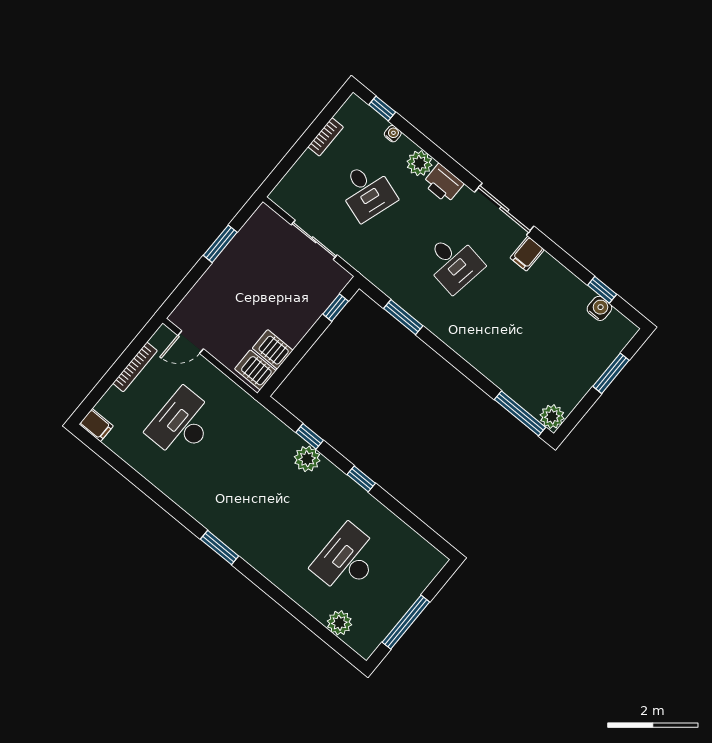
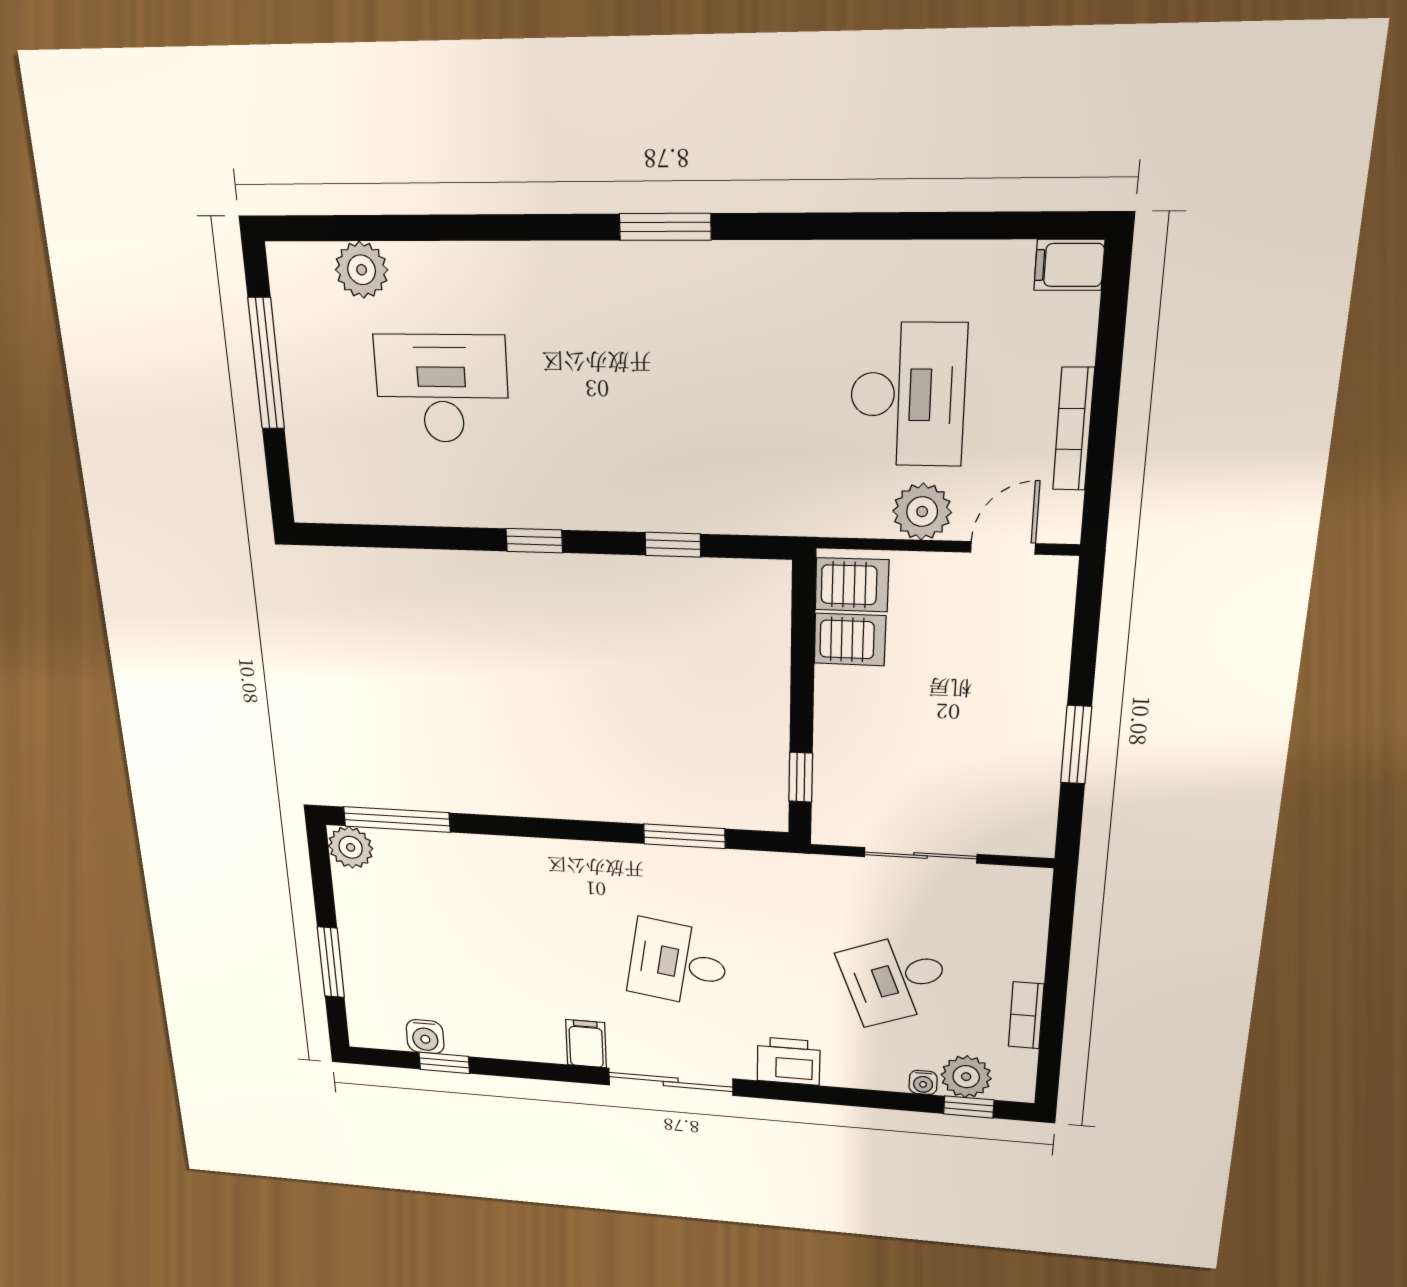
plant: (419, 163) -> (966, 1077), moved
desk: (367, 191) -> (895, 979), turned -39
plant: (307, 459) -> (922, 512), moved
desk: (347, 560) -> (442, 389), turned -90

